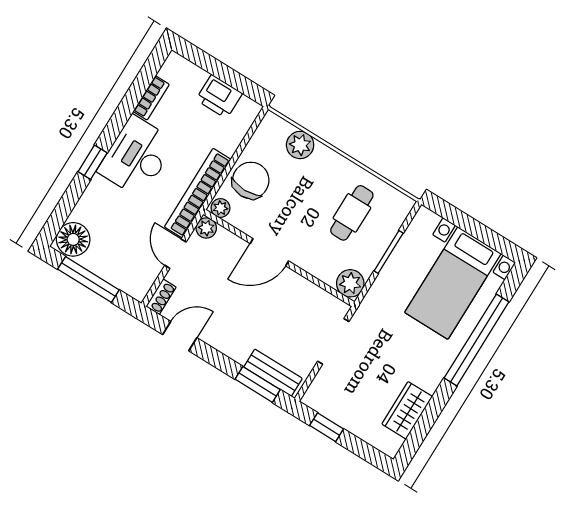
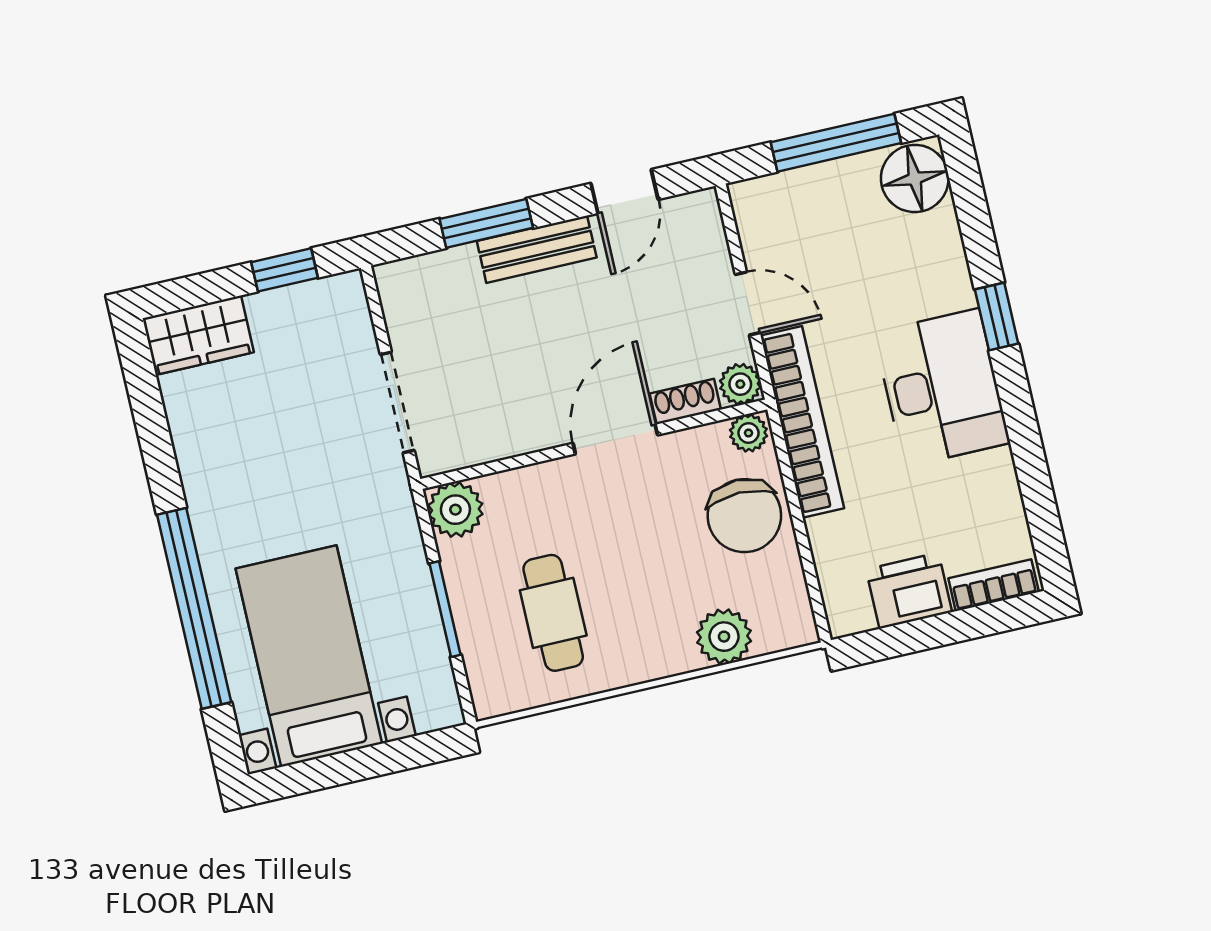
bookcase: (151, 98) -> (994, 585), moved, turned 90
shoe rack: (161, 297) -> (685, 402), moved, turned 90
bench: (273, 373) -> (537, 249), moved
window: (258, 384) -> (486, 223), moved
wardrobe: (407, 410) -> (198, 335), moved, turned 90

